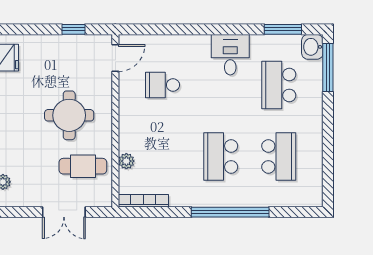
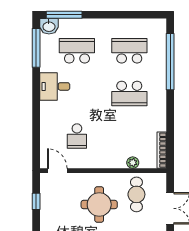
window: (283, 29) -> (36, 48), width x1.44
school desk: (279, 85) -> (77, 51), turned 180
window: (230, 212) -> (170, 62), moved

